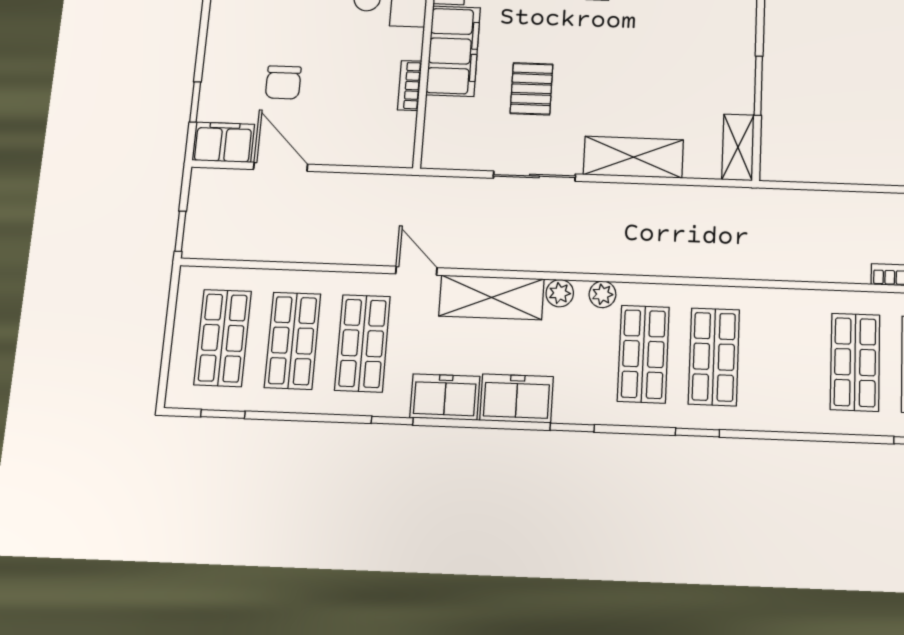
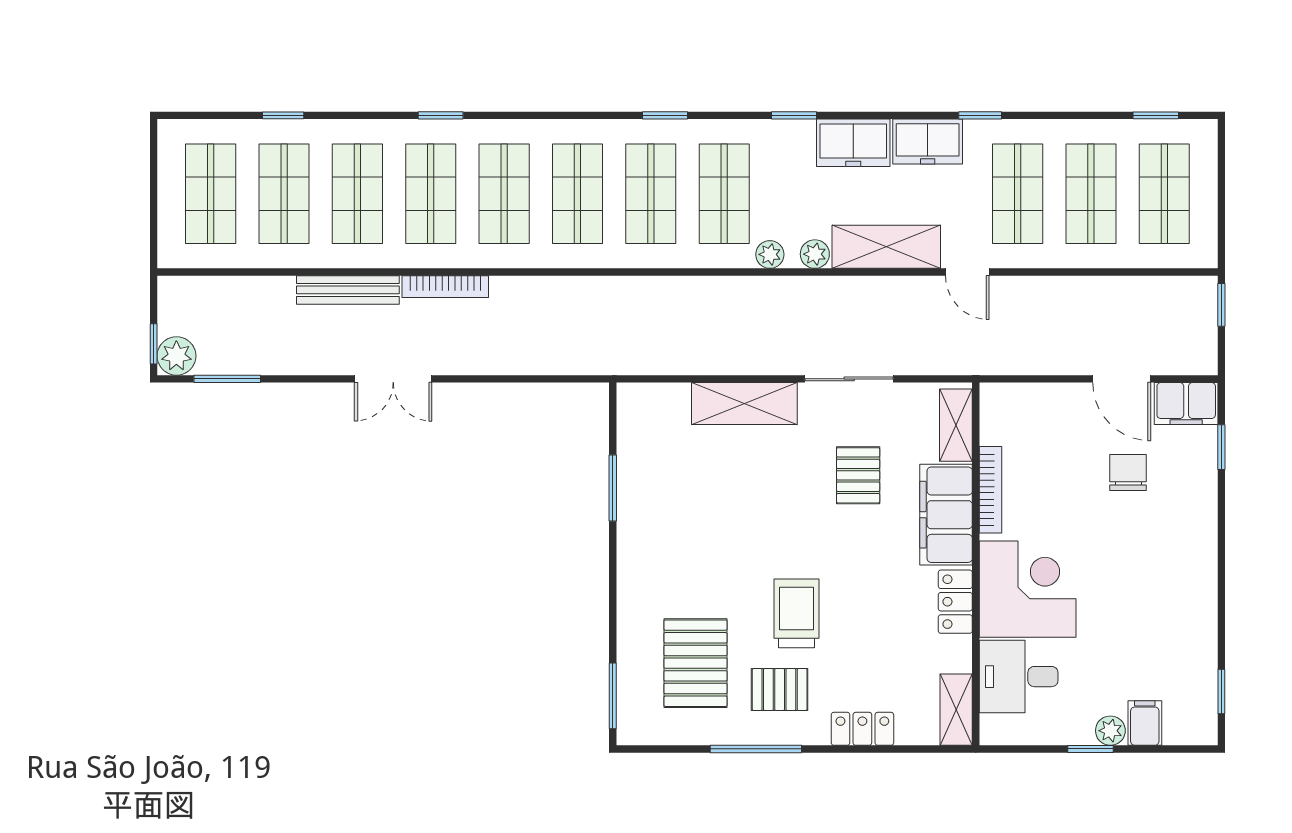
bookcase: (410, 85) -> (990, 490), width x1.56
shelving: (738, 147) -> (956, 425), moved
shop shelf: (784, 359) -> (577, 194), added

